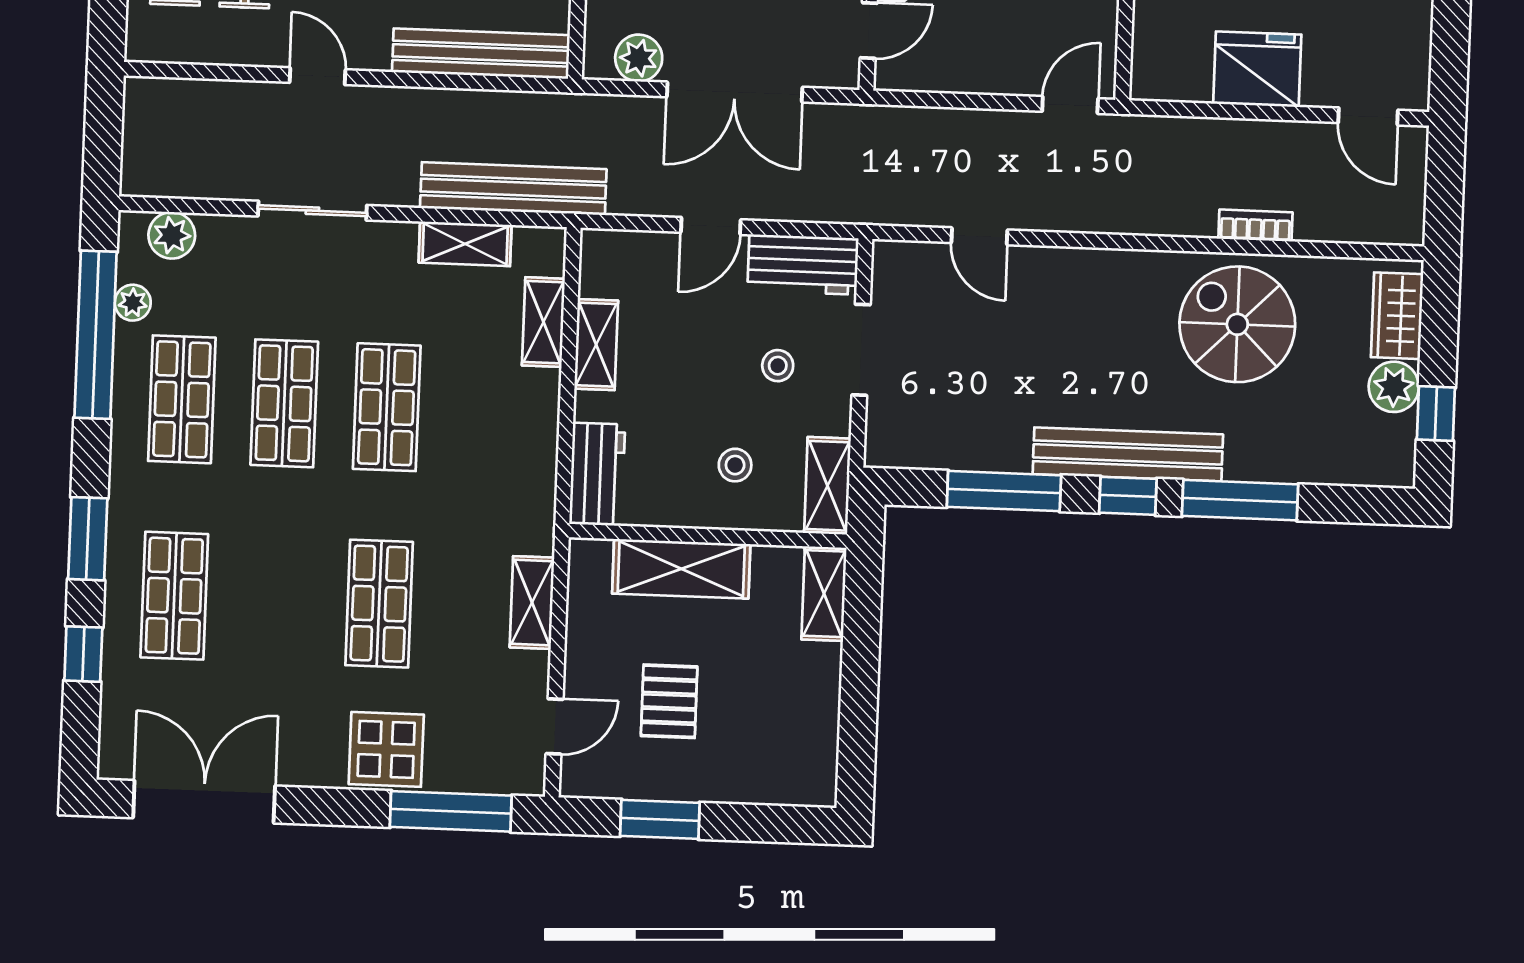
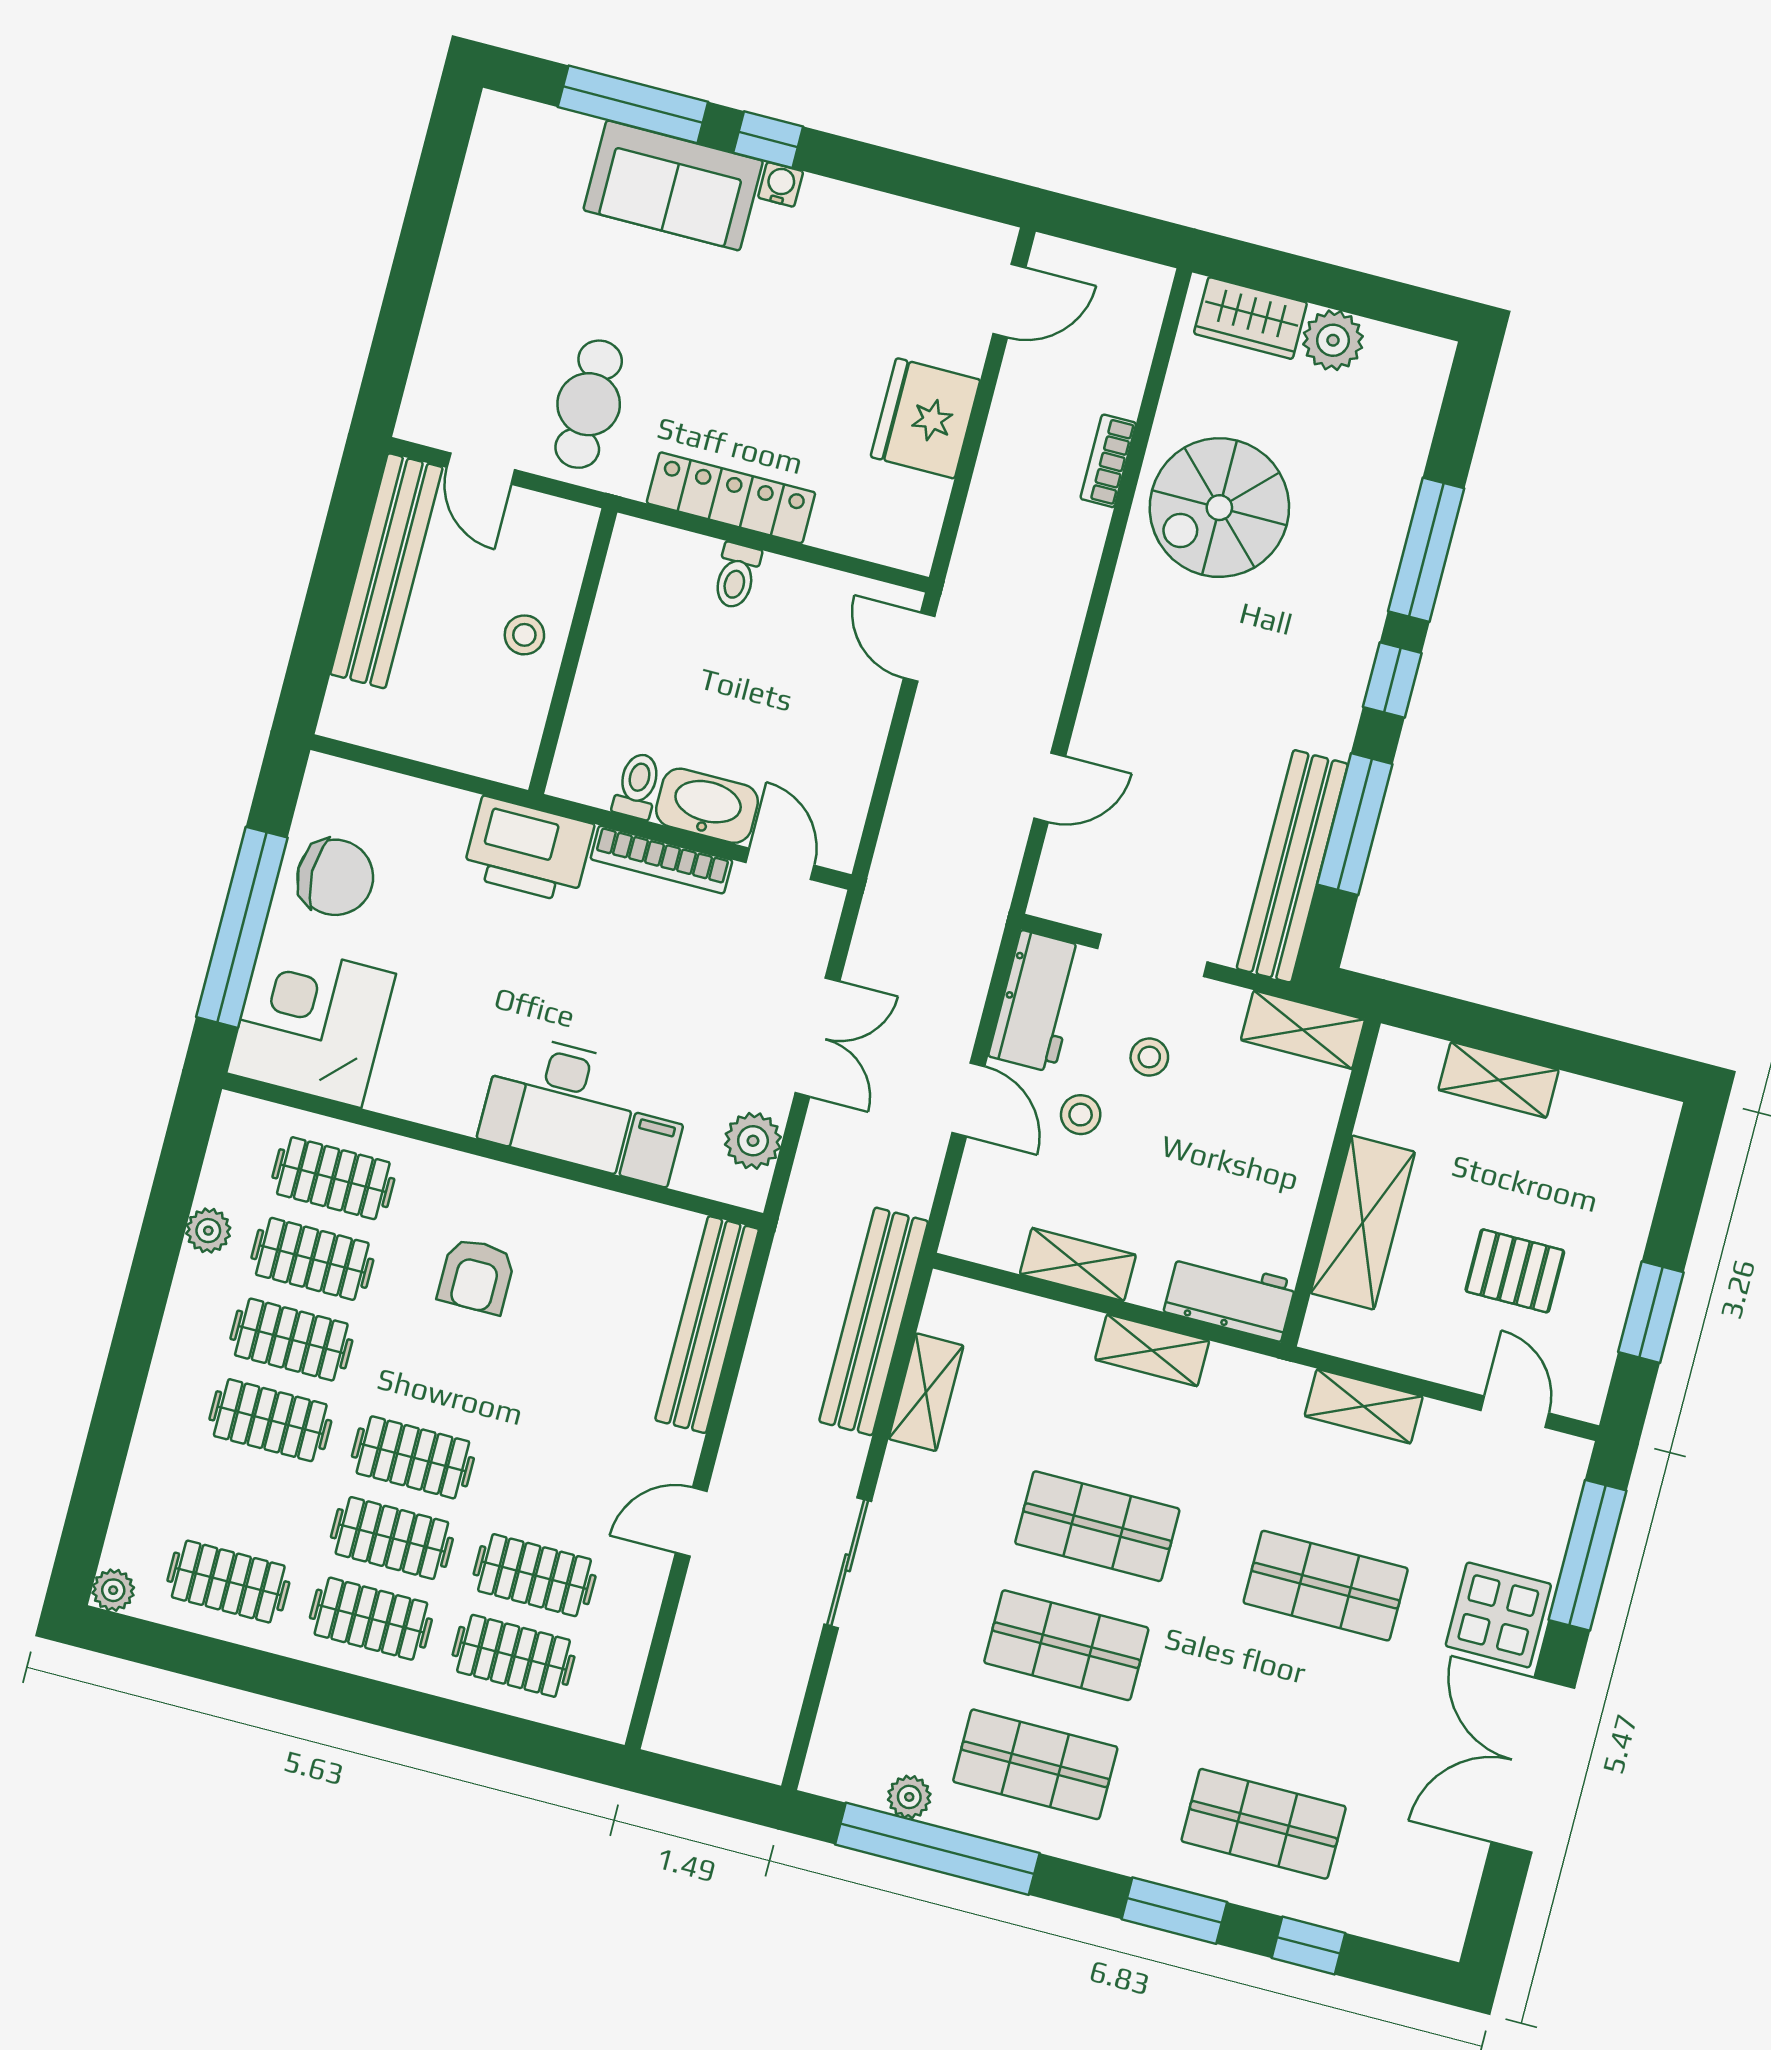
double door: (735, 92) -> (818, 1037), width x0.73
plant: (172, 235) -> (840, 1734), removed
shelving: (543, 322) -> (1152, 1350), moved
window: (1436, 414) -> (1375, 298), removed
bench: (1128, 454) -> (1292, 866), moved
stool: (735, 465) -> (1081, 1115), moved
shelving: (824, 594) -> (1499, 1080), moved
double door: (204, 802) -> (1533, 1765), moved

